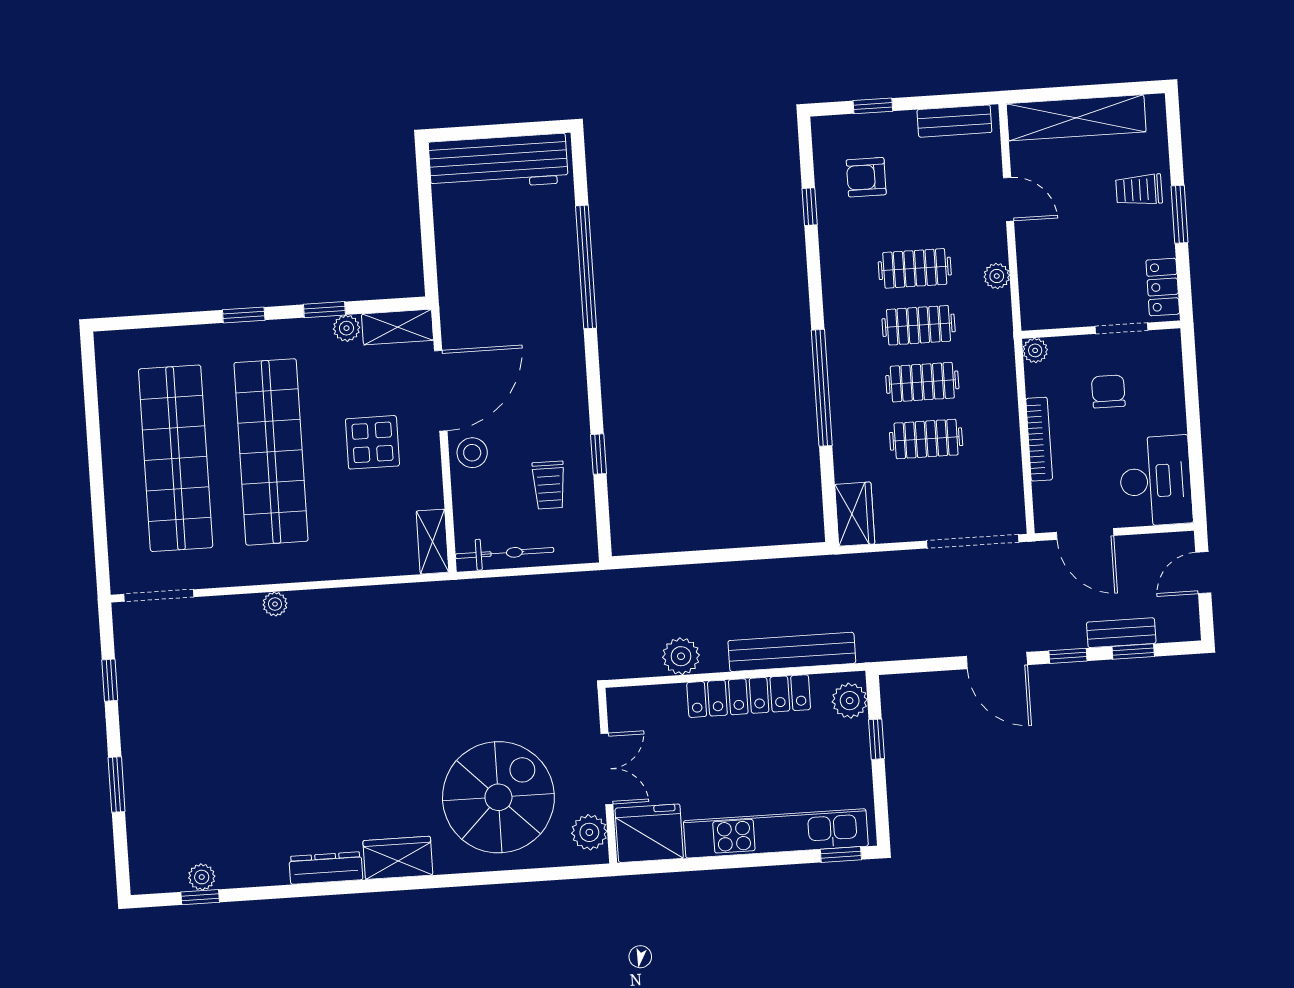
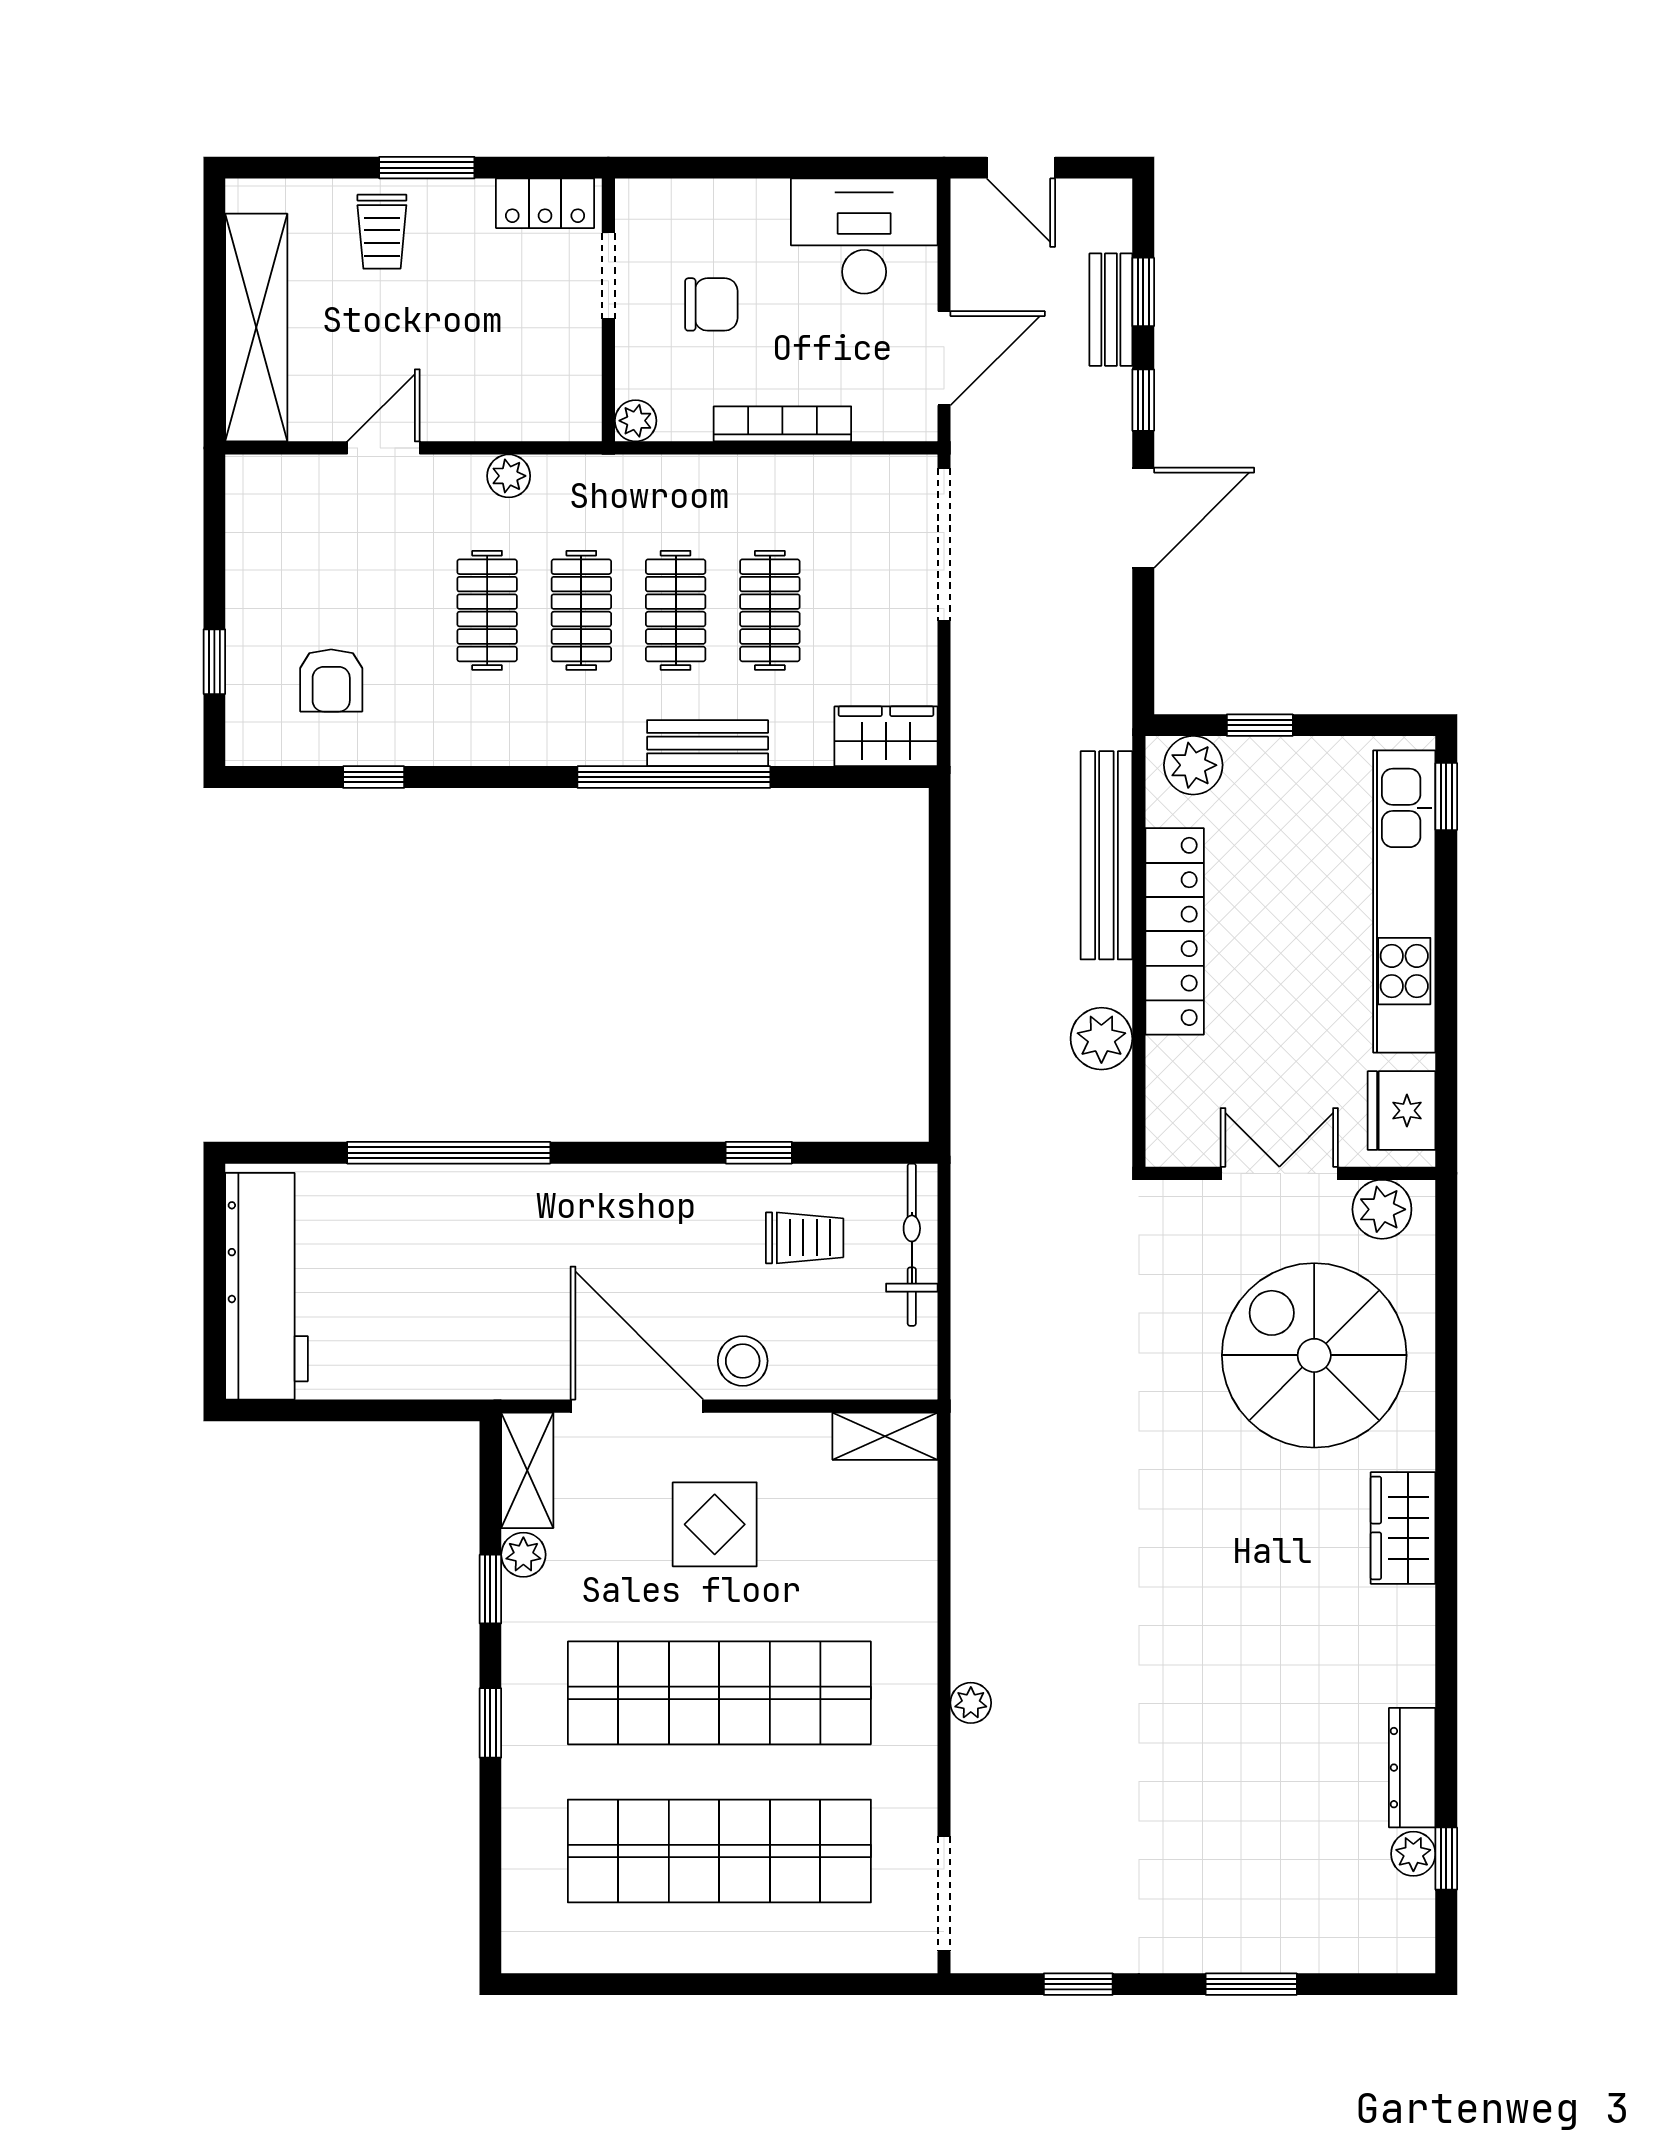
bench: (954, 121) -> (708, 743), moved, turned 90
chair: (1108, 391) -> (711, 304), turned 180
bicycle: (505, 553) -> (912, 1245), moved
fridge: (649, 833) -> (1402, 1111), width x0.73, depth x0.75
dresser: (326, 868) -> (1412, 1768), moved

